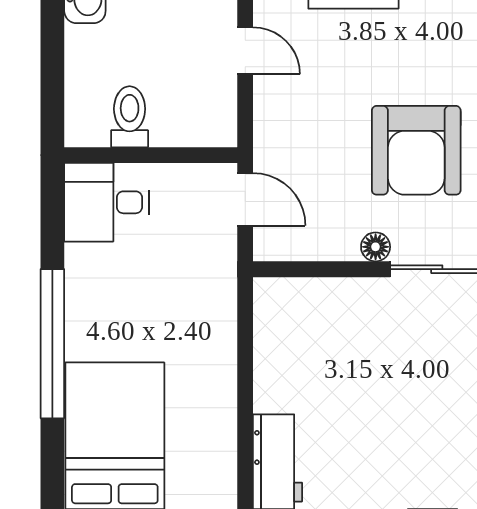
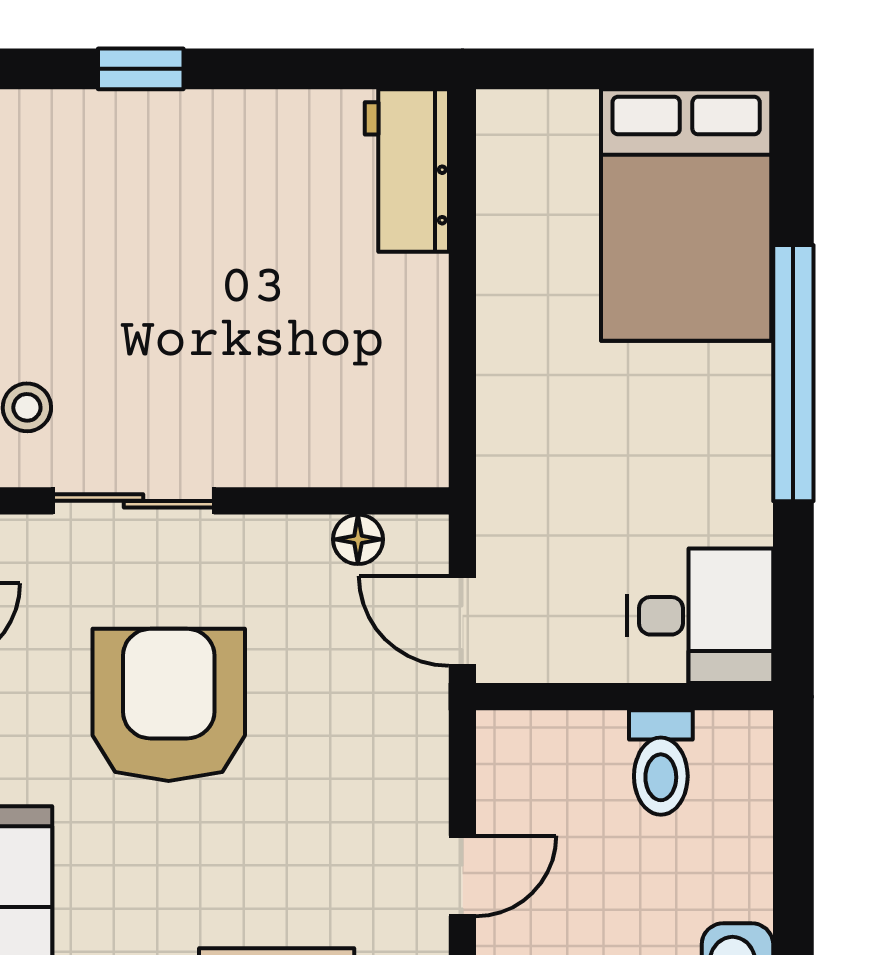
door: (245, 51) -> (462, 876), swing flipped
floor lamp: (376, 247) -> (358, 539), moved

